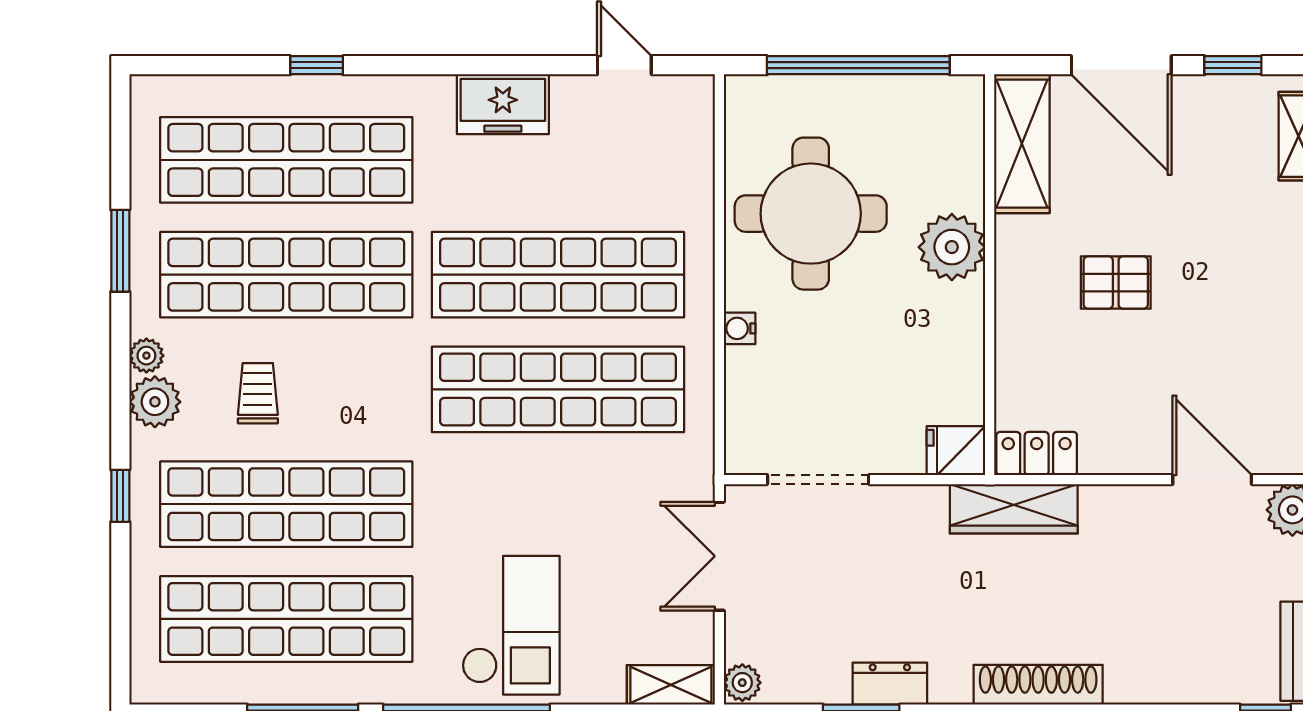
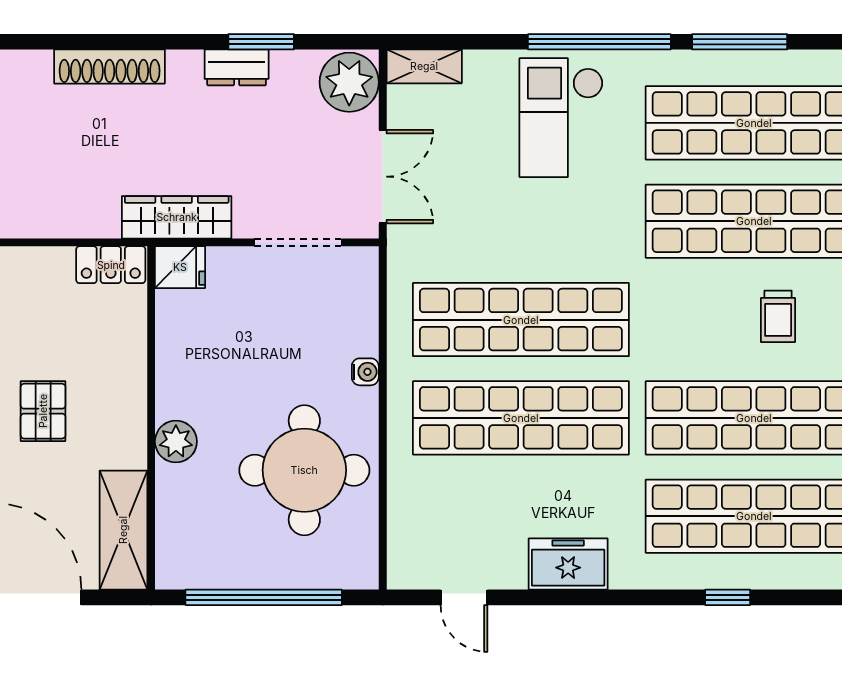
plant: (952, 247) -> (176, 442), width x0.73, depth x0.73
pallet: (1116, 283) -> (43, 411), turned 90
wardrobe: (1014, 509) -> (177, 217), moved
plant: (742, 683) -> (349, 82), width x1.88, depth x1.88

